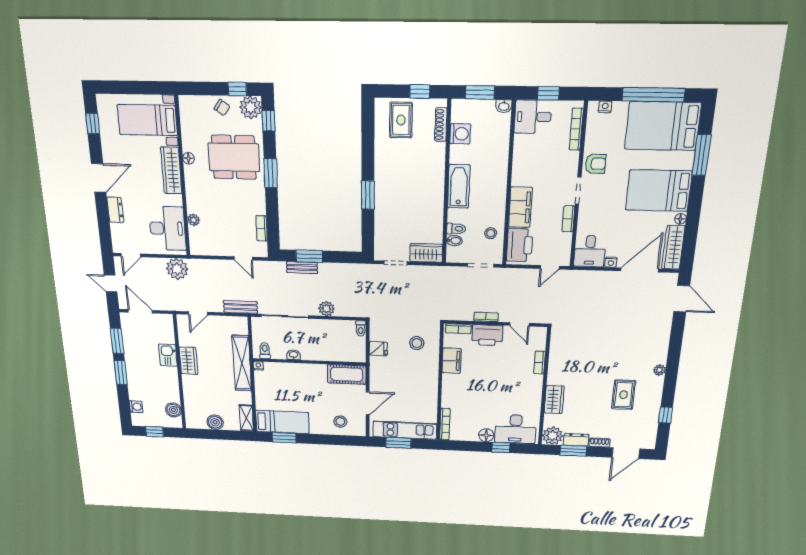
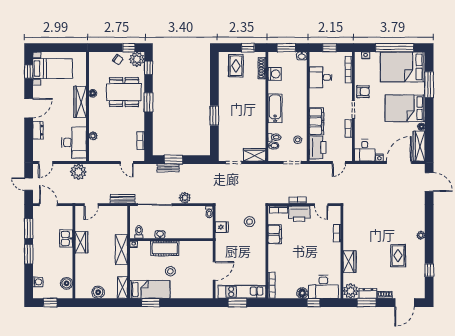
desk: (533, 117) -> (321, 77), moved
bed with nightstands: (147, 120) -> (53, 69), moved, turned 180
shelving: (242, 363) -> (121, 250), width x0.68
cot: (347, 374) -> (165, 248), moved
stool: (340, 422) -> (170, 271), moved

